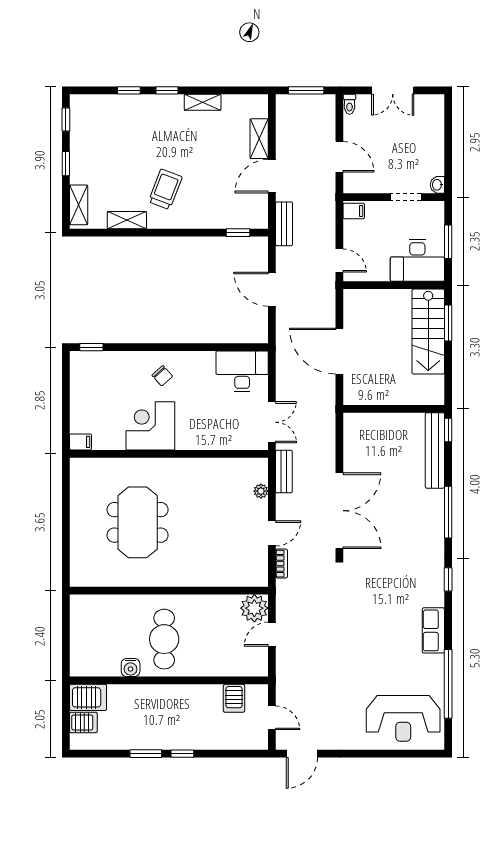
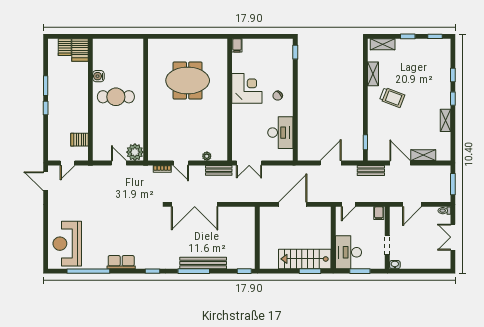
desk: (242, 371) -> (280, 133), moved
bench: (435, 450) -> (203, 263), moved

